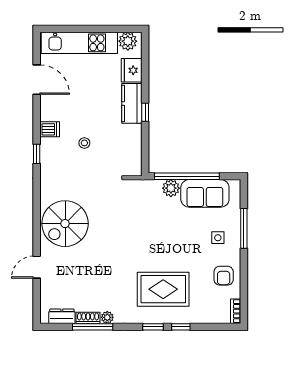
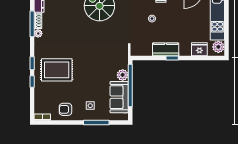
kitchen counter: (132, 103) -> (166, 49), moved
rug: (163, 289) -> (57, 70), turned 90

